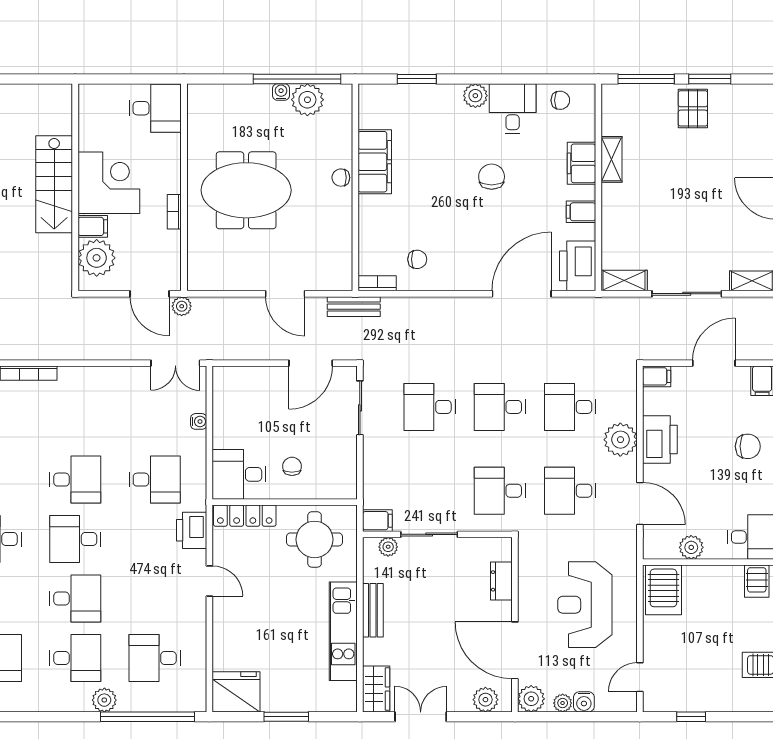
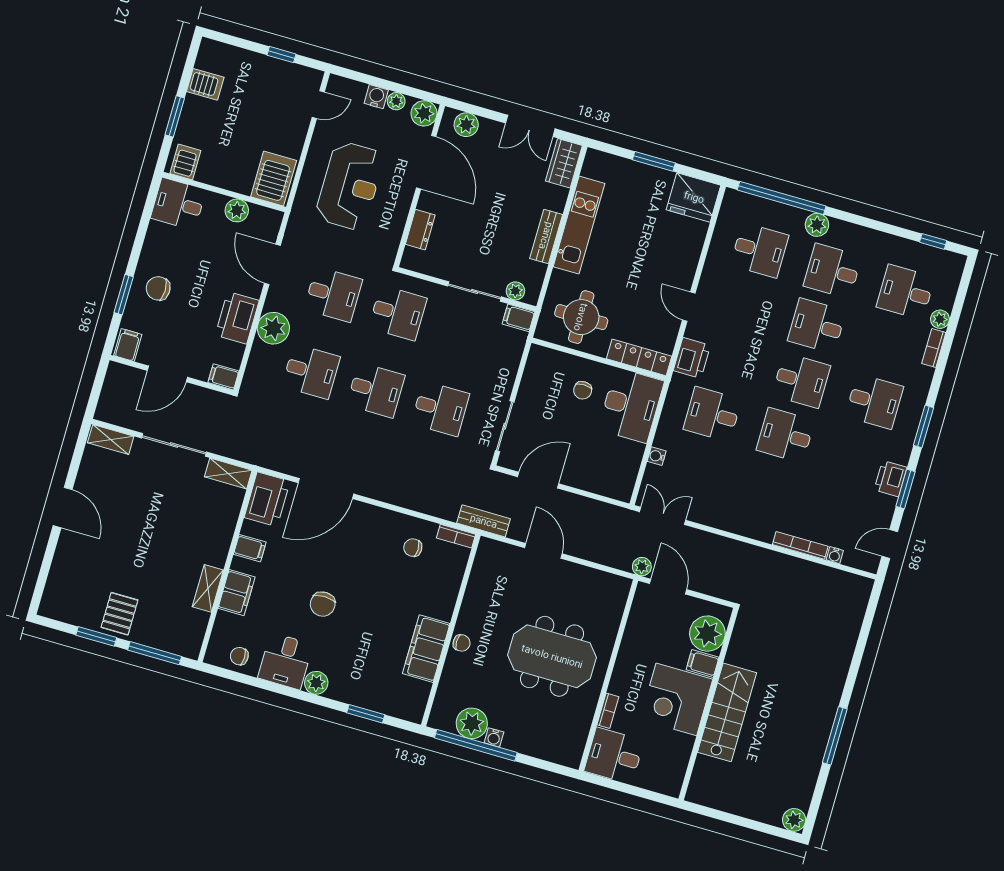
bookcase: (174, 212) -> (608, 711), moved
desk: (239, 474) -> (631, 405), width x1.37

